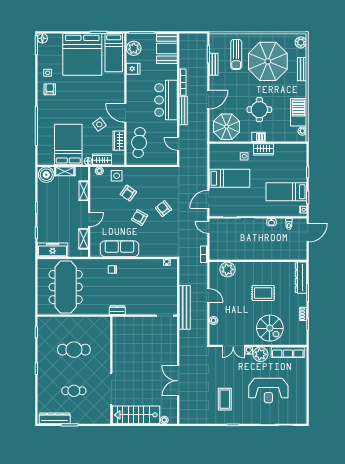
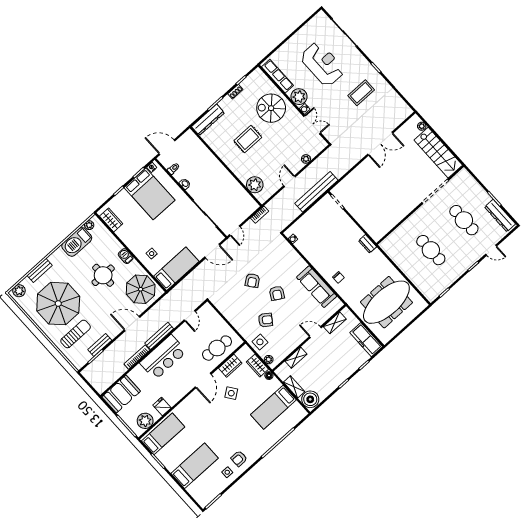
floor lamp: (42, 38) -> (203, 502), removed
bed: (82, 54) -> (195, 466), width x0.49
bed: (68, 145) -> (273, 407), width x0.67
wardrobe: (263, 149) -> (111, 220), moved
bed: (230, 178) -> (176, 269), moved, turned 90
bed: (286, 192) -> (150, 194), width x1.50
rug: (263, 293) -> (248, 139), turned 90
spiral stairs: (270, 328) -> (271, 108), turned -90
door: (36, 391) -> (491, 250), added
cafe table: (74, 391) -> (464, 220), width x1.37, depth x1.35

